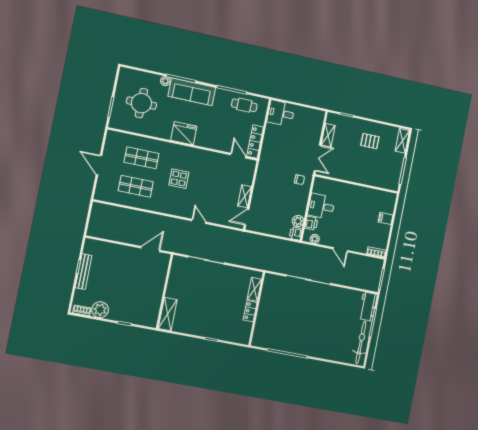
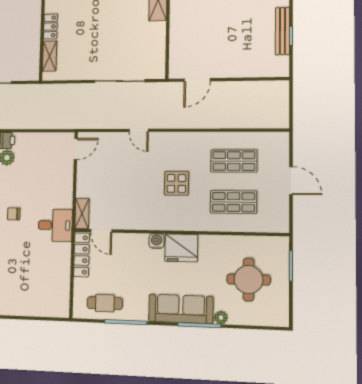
desk: (281, 113) -> (55, 225), moved
water cooler: (200, 141) -> (157, 241), added
shelving: (245, 196) -> (82, 214), moved

